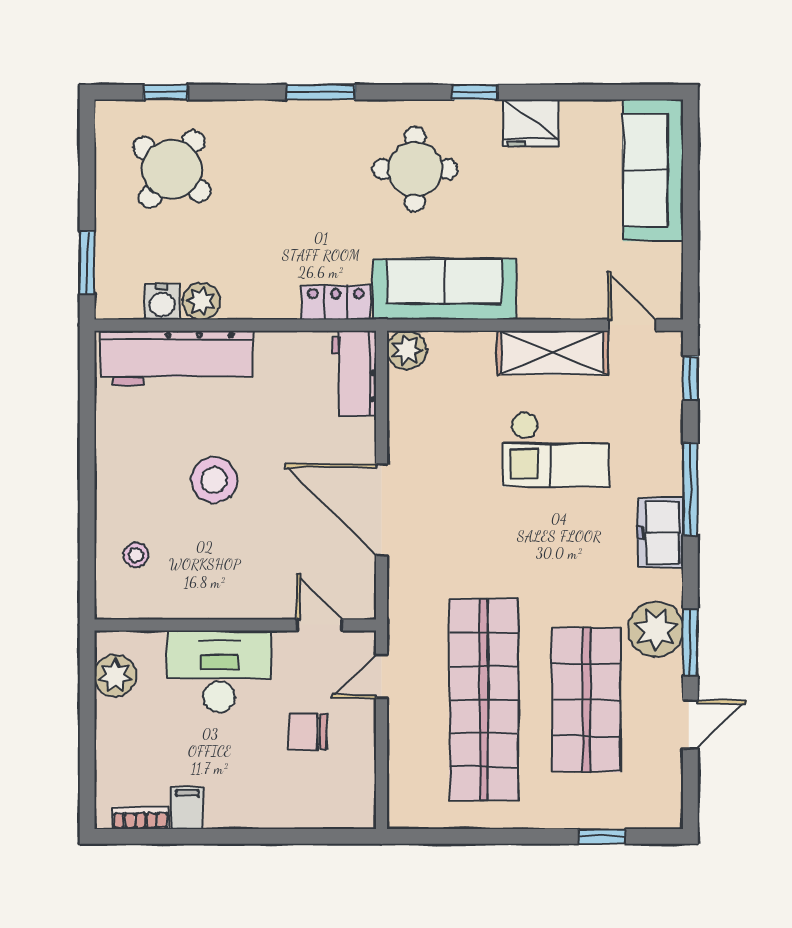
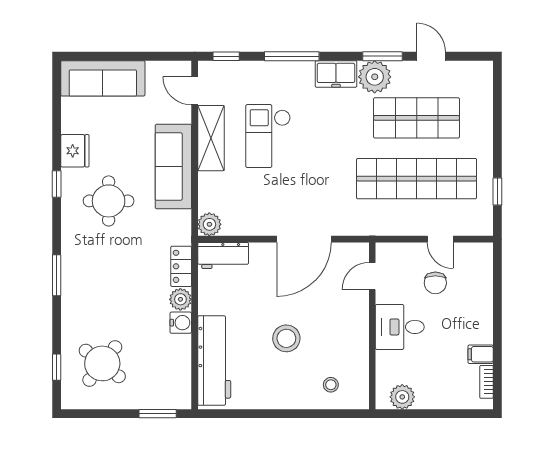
round table: (415, 169) -> (109, 201), moved
sofa: (444, 289) -> (173, 167), moved
plant: (201, 301) -> (180, 299), moved
water cooler: (162, 302) -> (181, 323), moved
door: (632, 325) -> (195, 91), hinge flipped
checkout: (556, 449) -> (268, 136), turned 180
freezer: (661, 533) -> (336, 74), moved
desk: (219, 671) -> (400, 327), width x0.73
door: (382, 677) -> (440, 239), moved
window: (602, 836) -> (497, 191), moved

